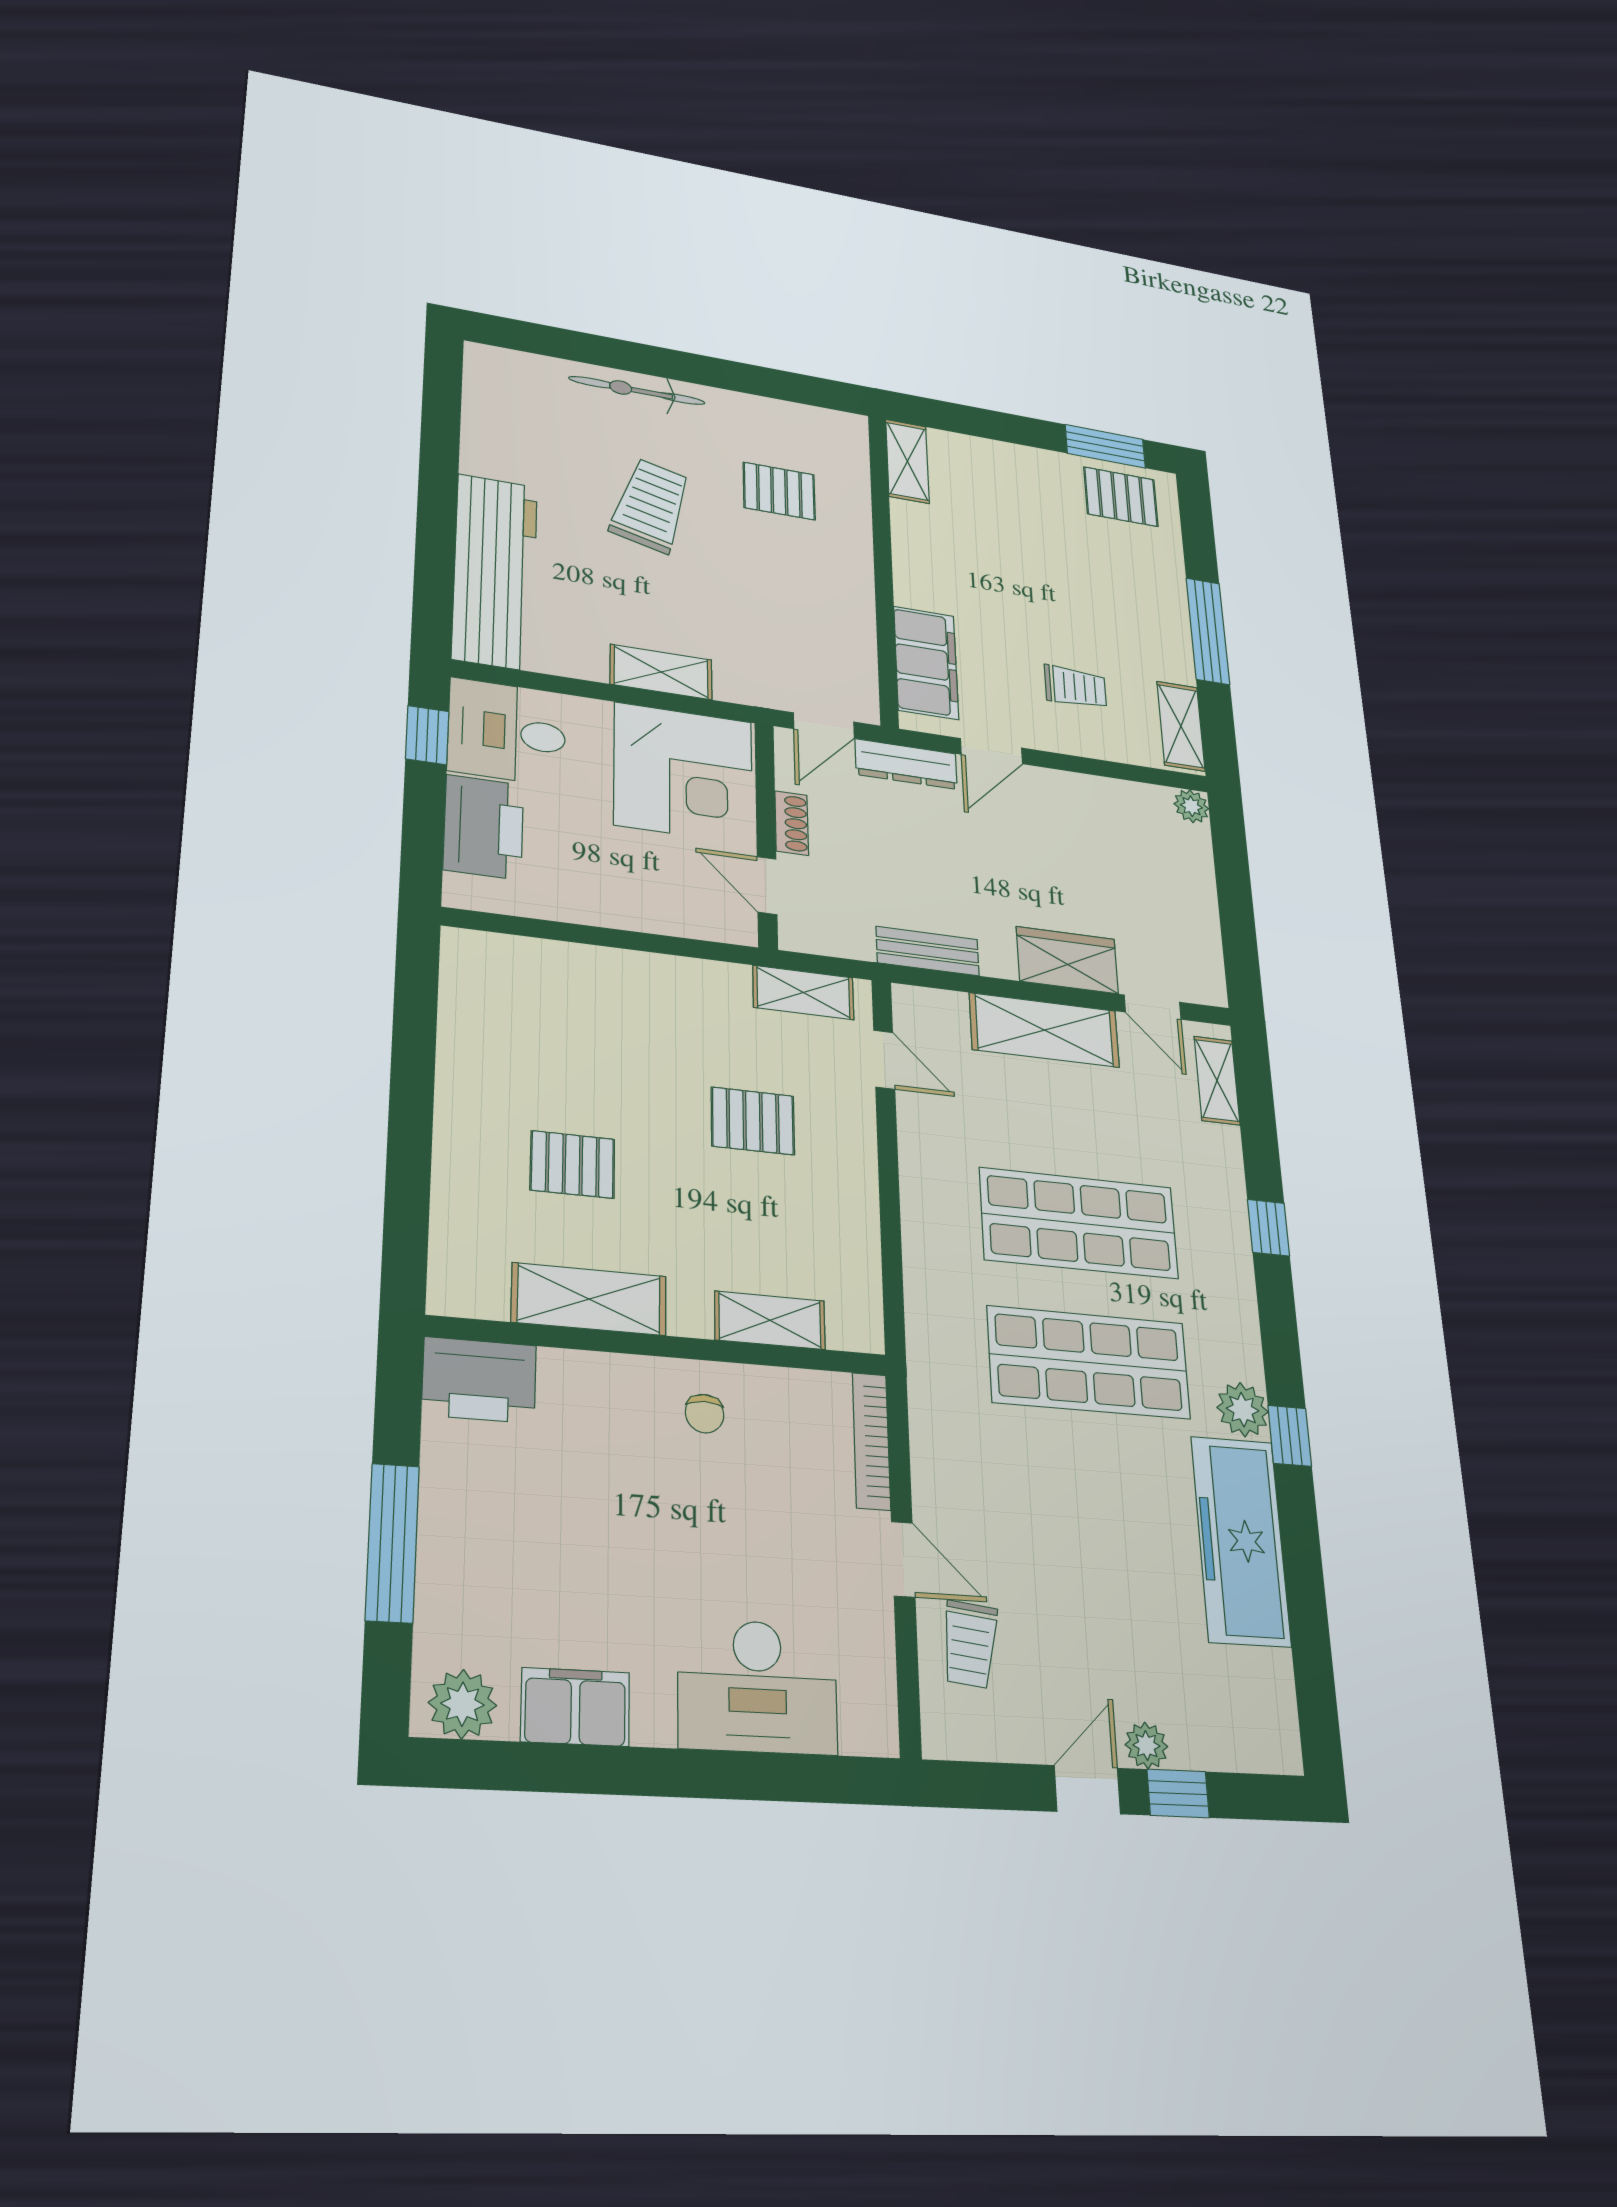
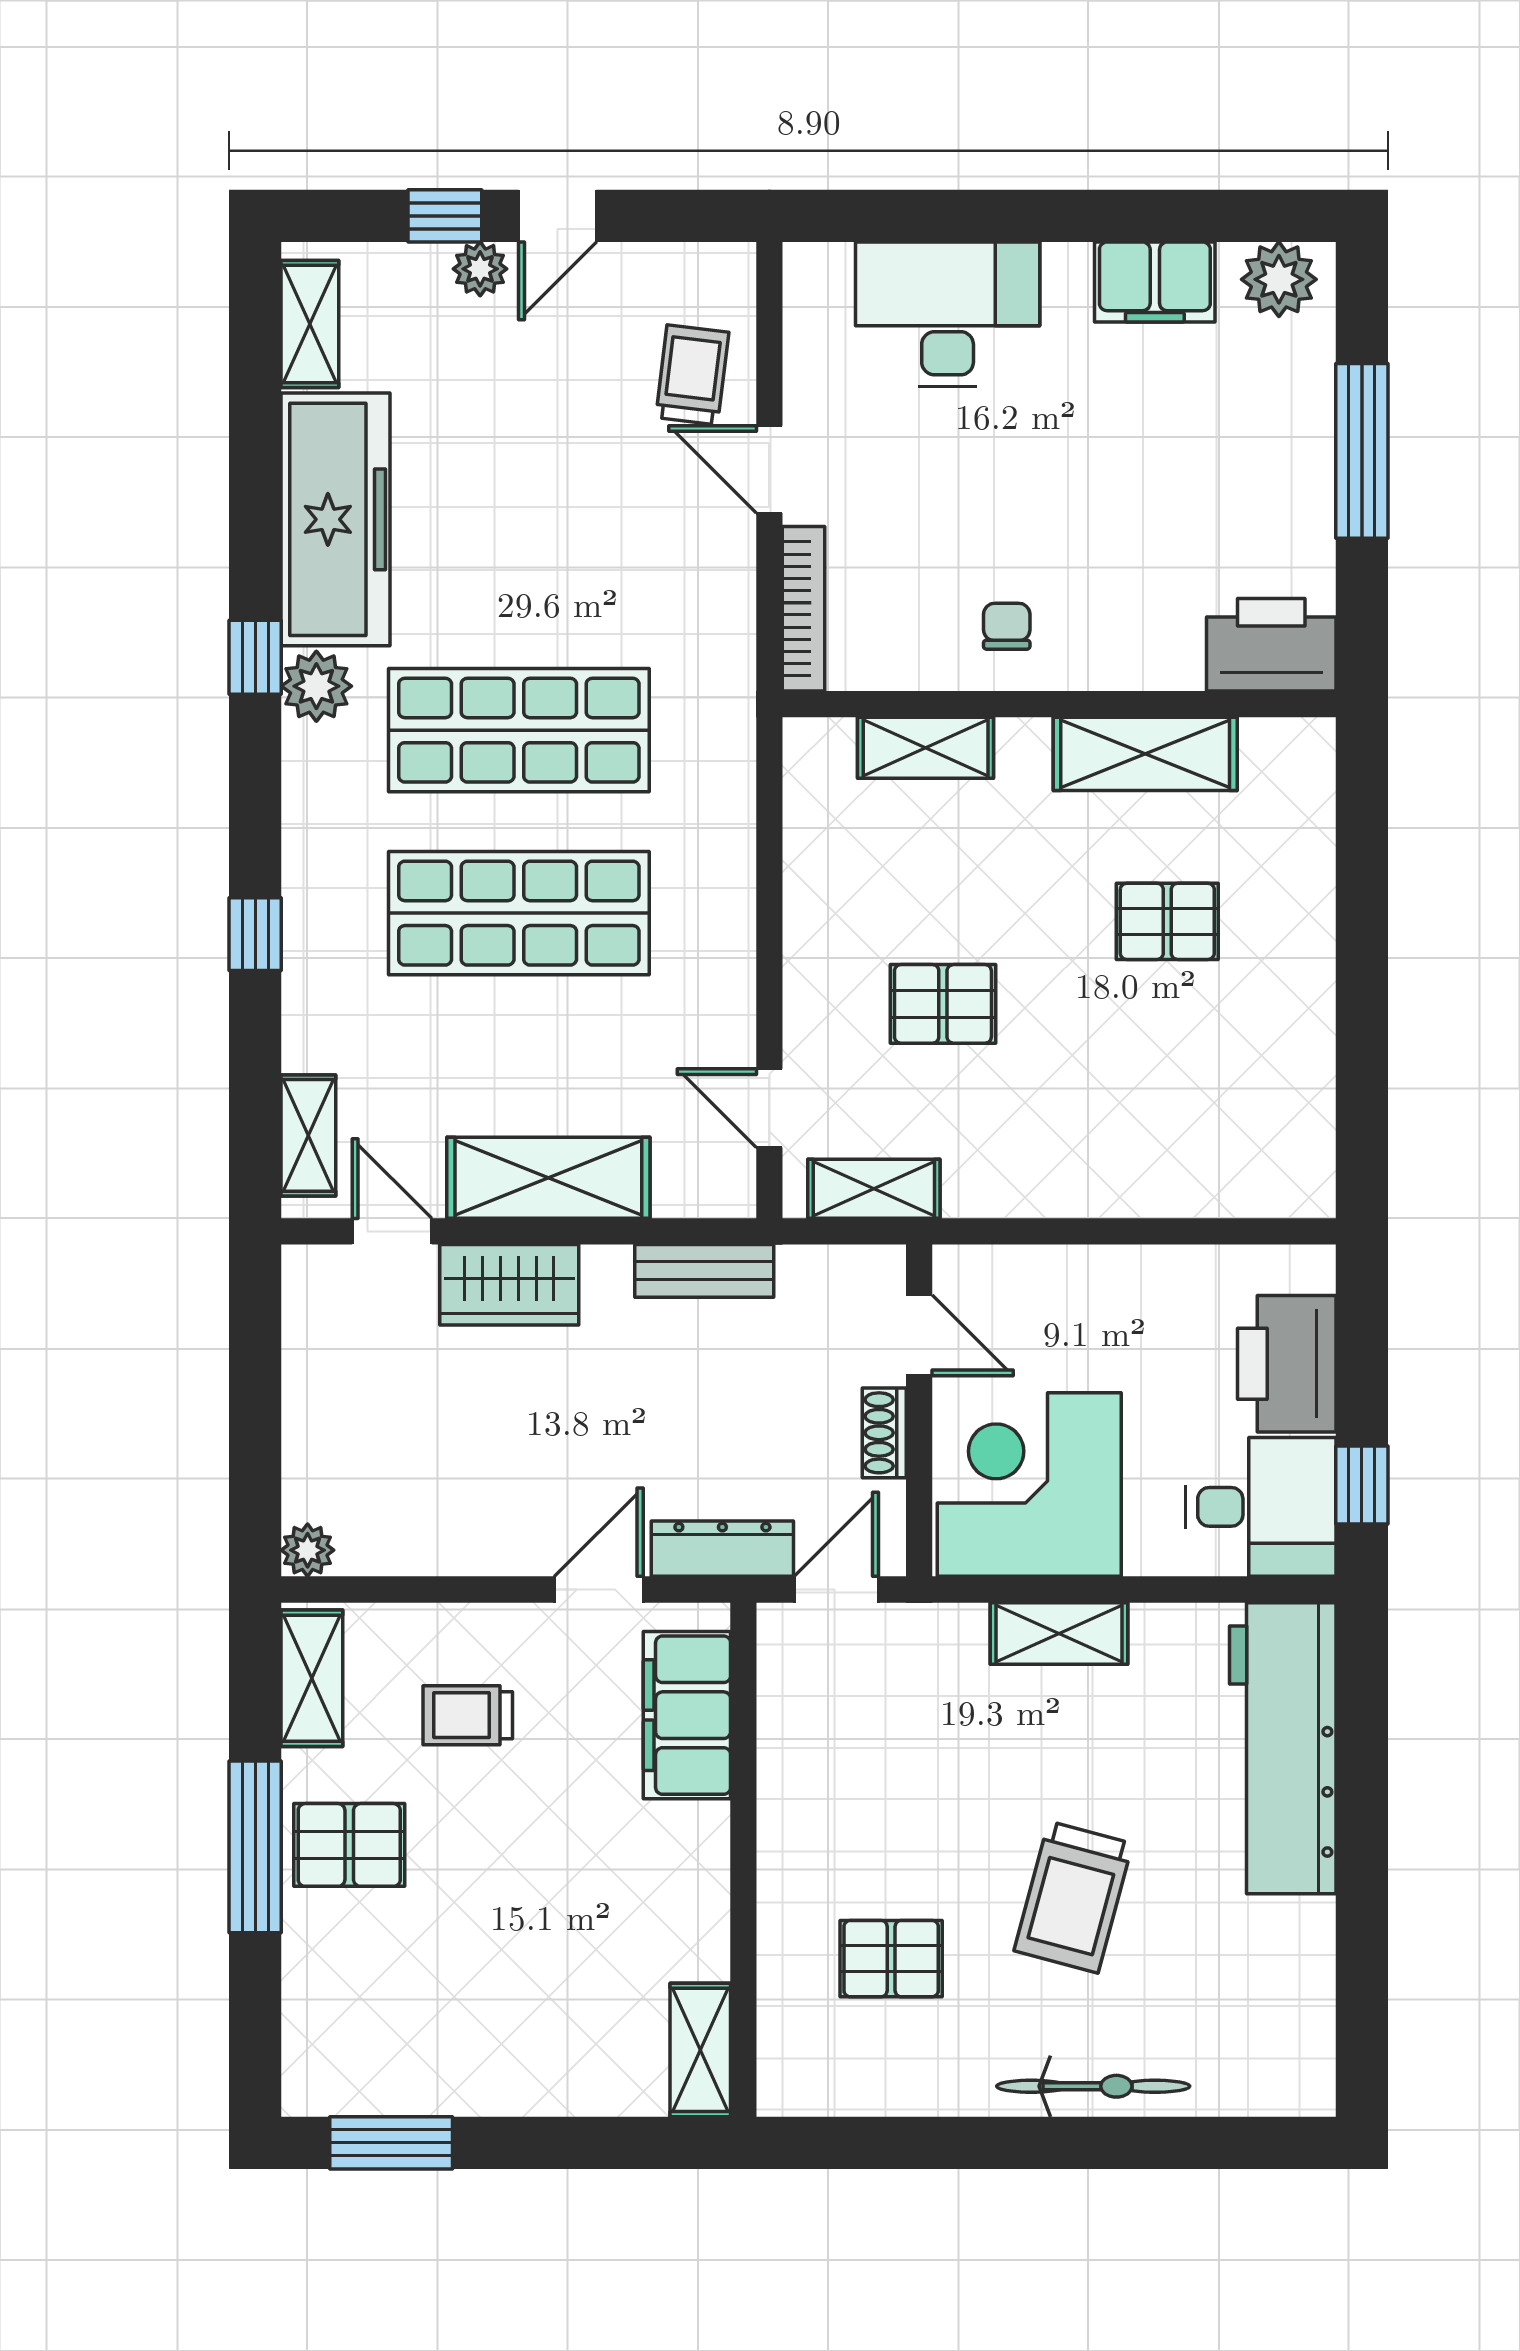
pallet: (1121, 497) -> (349, 1845), moved
shelving: (1275, 1704) -> (310, 324), added

